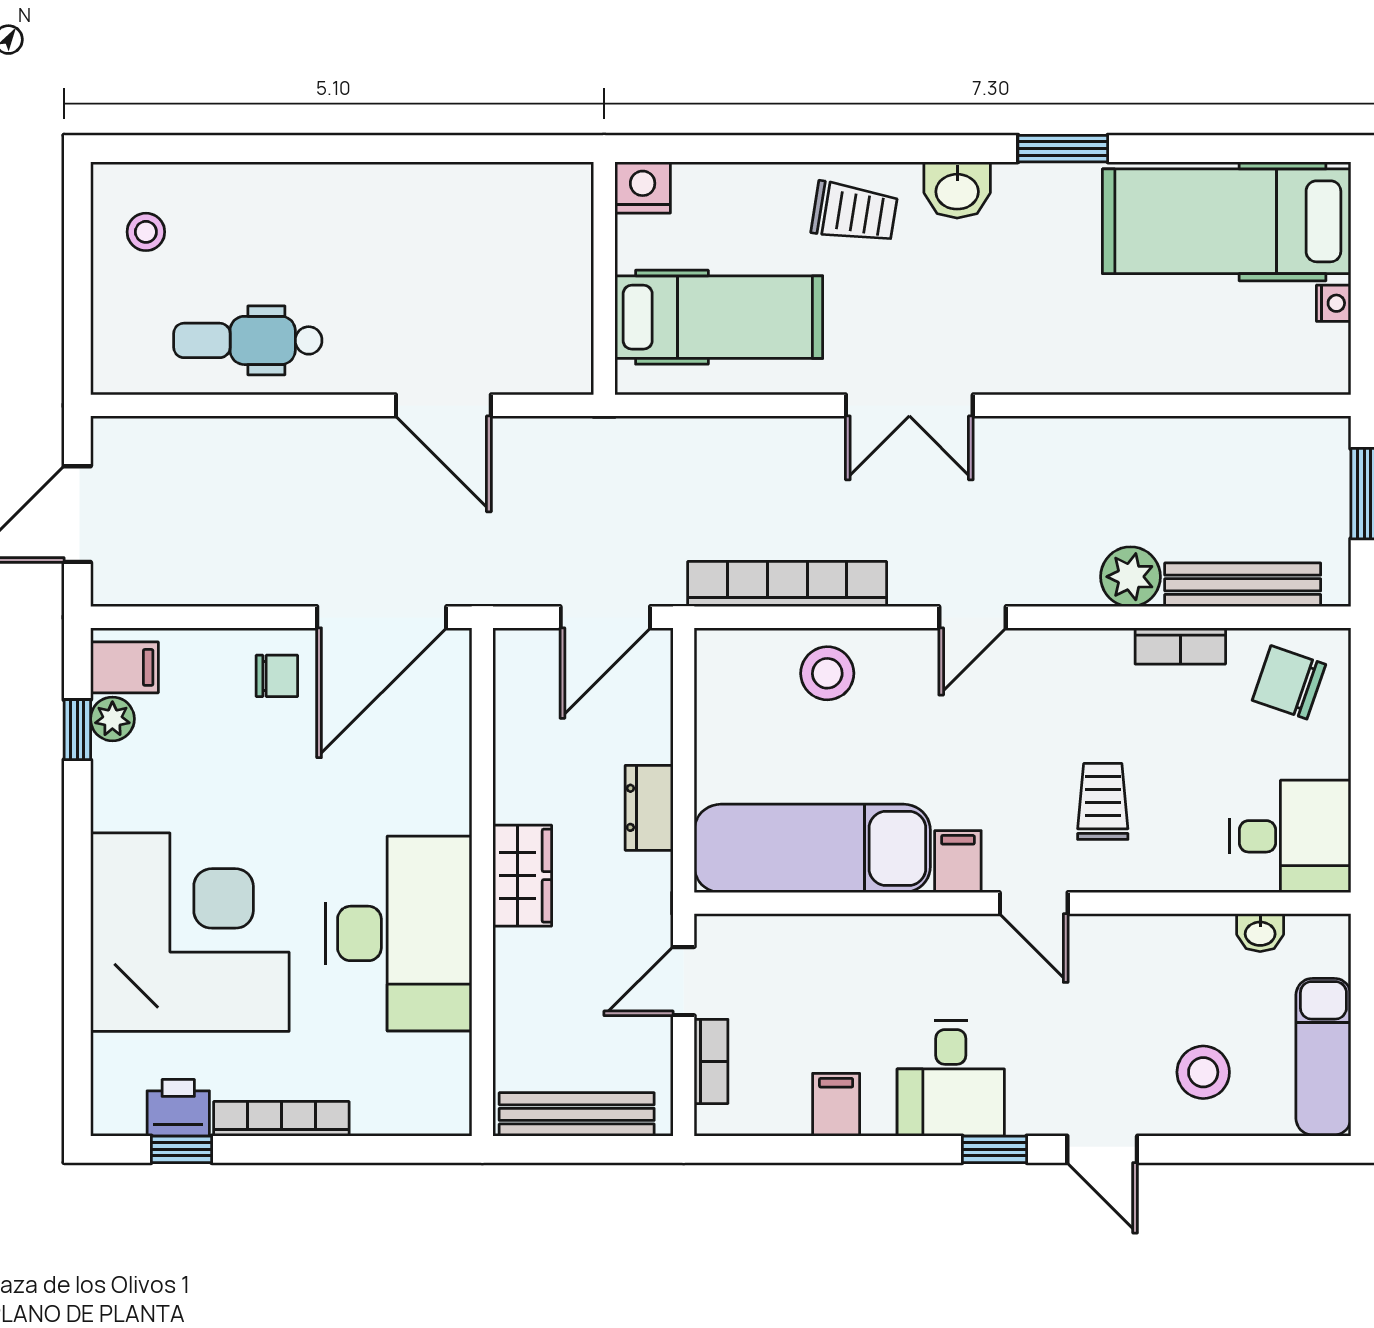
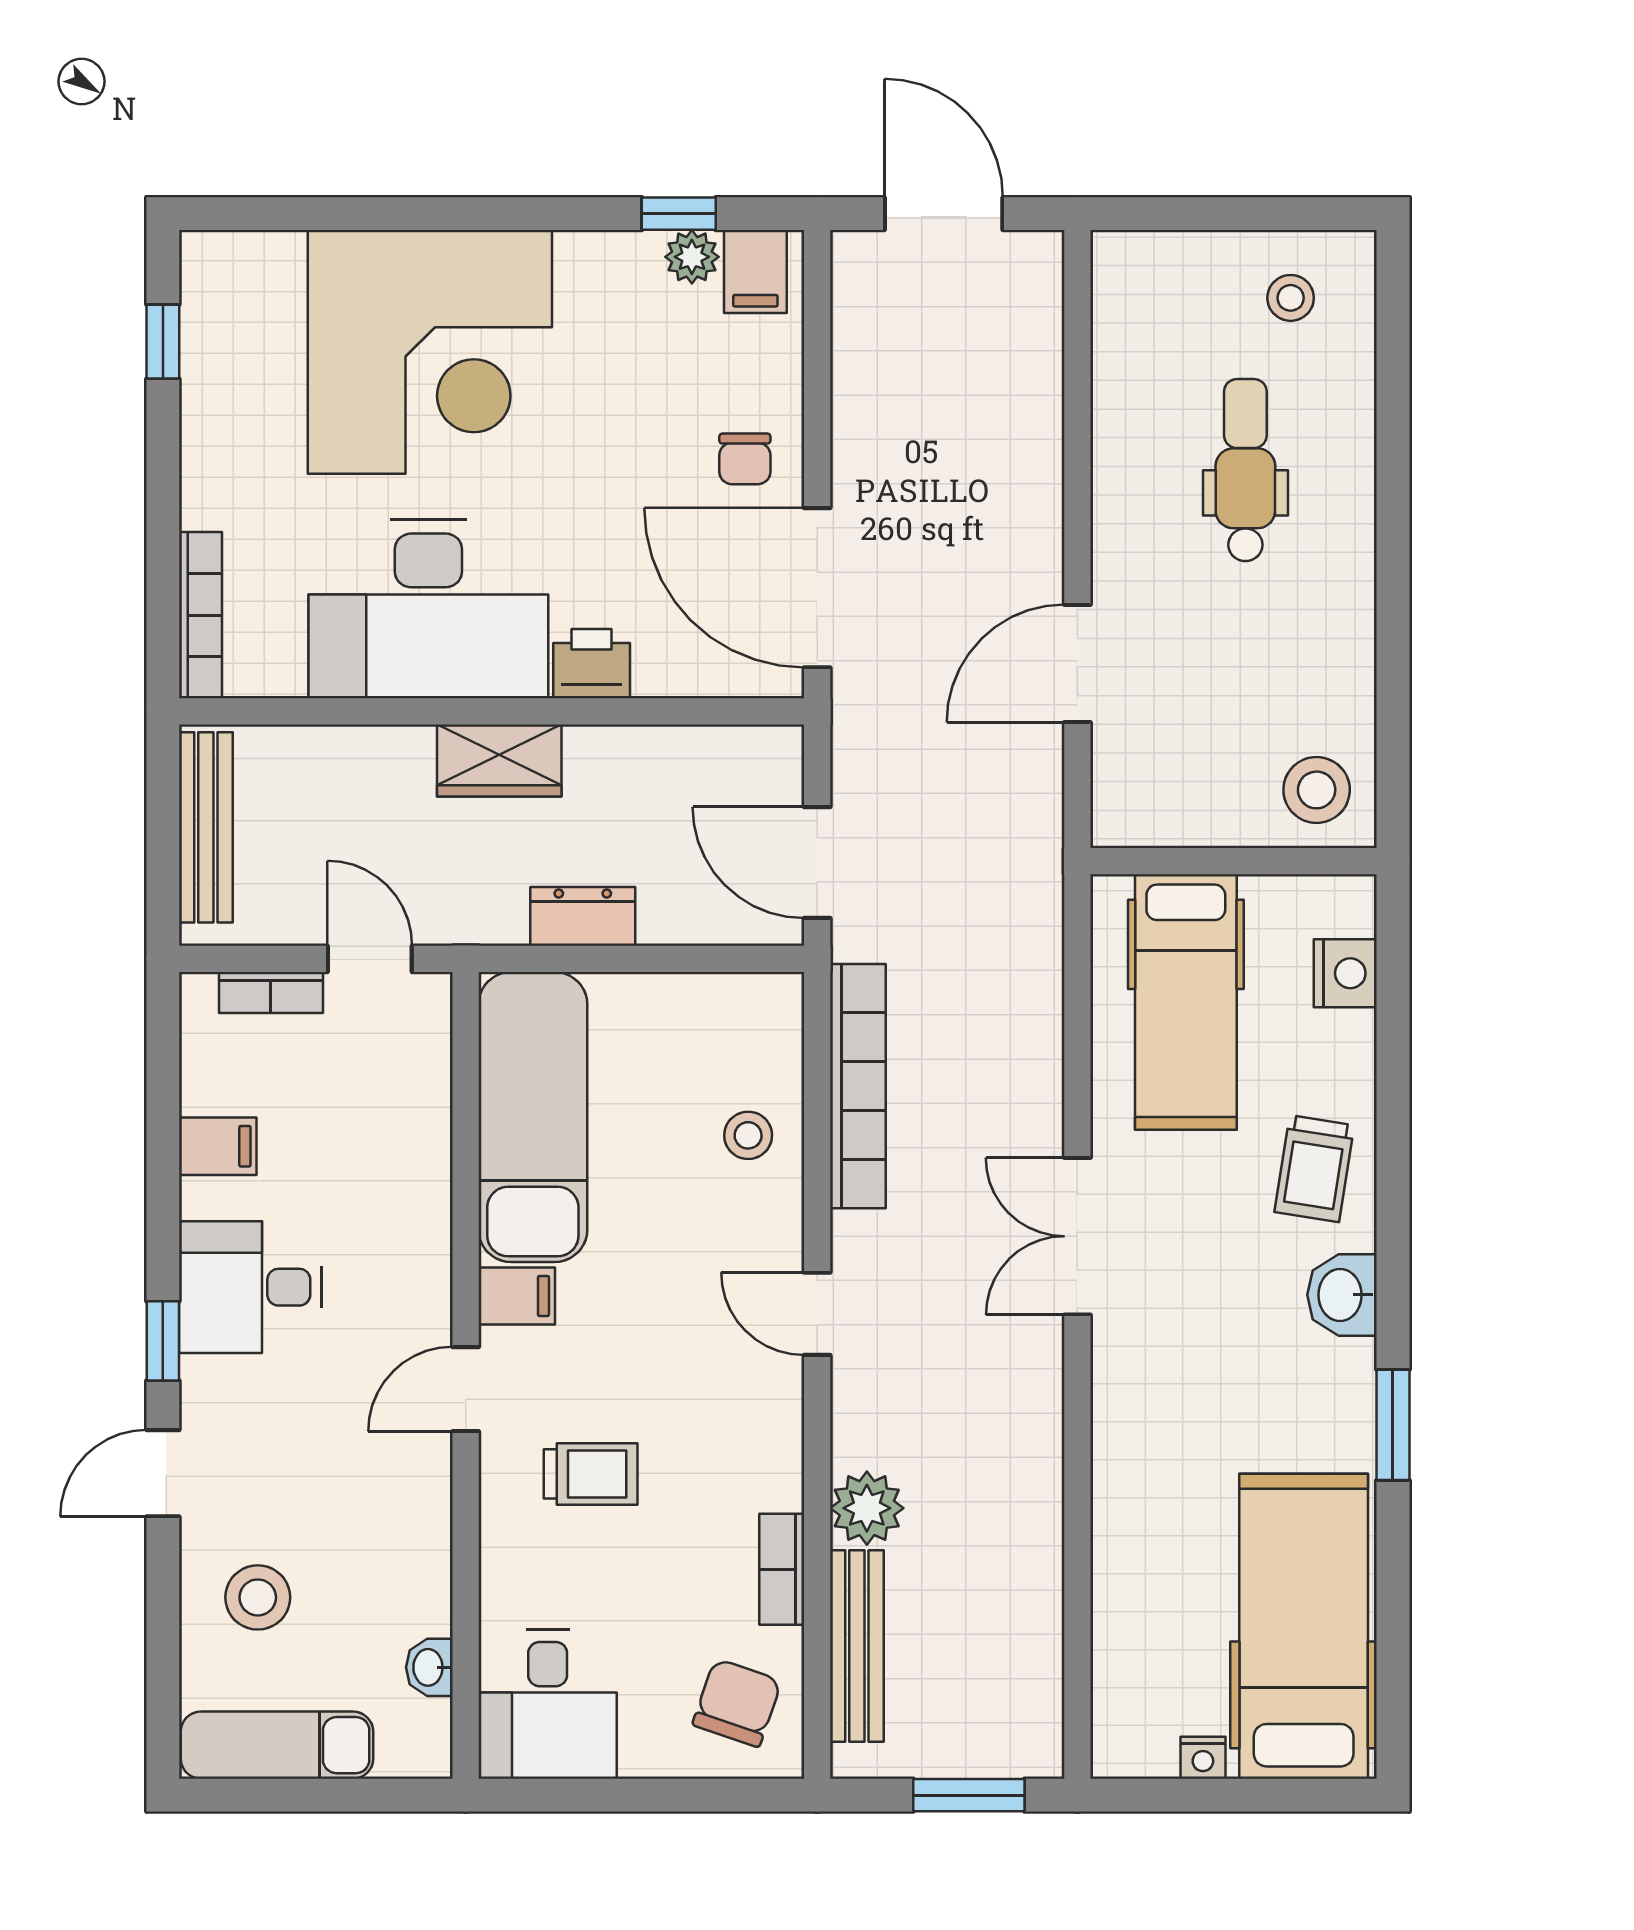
nightstand: (643, 187) -> (1345, 973), moved
stool: (546, 211) -> (1317, 790), added
dental chair: (248, 340) -> (1245, 470), moved
stool: (827, 673) -> (748, 1135), width x0.73, depth x0.73
printer: (178, 1108) -> (592, 664), moved, turned -90
bookcase: (281, 1119) -> (201, 615), moved

